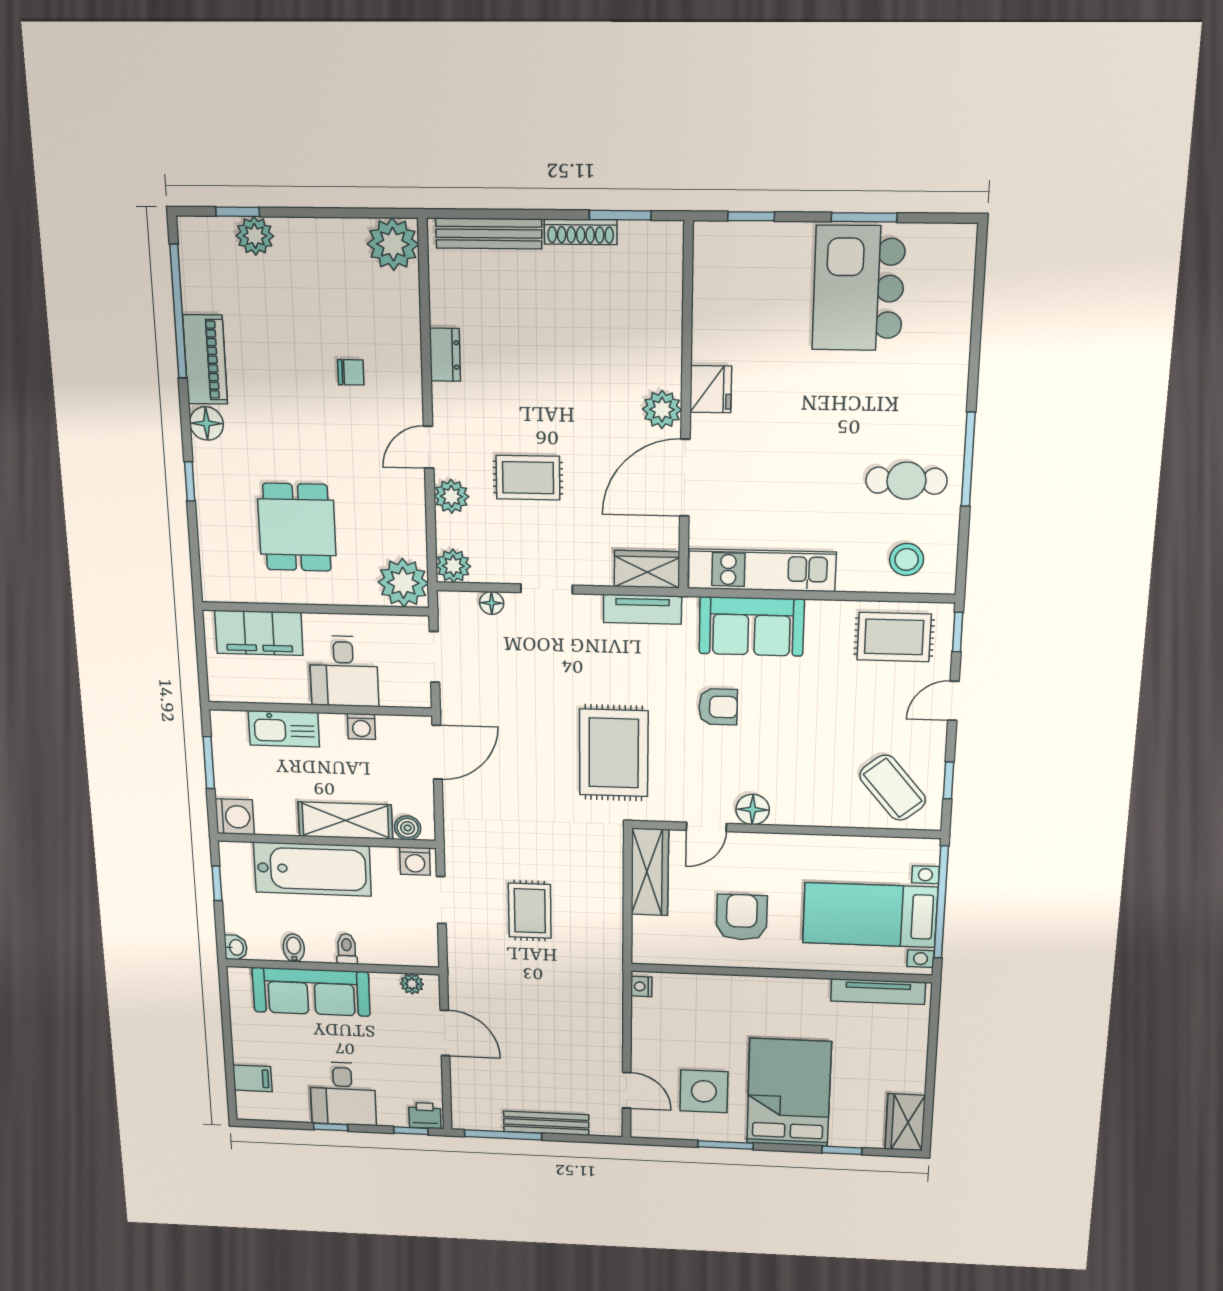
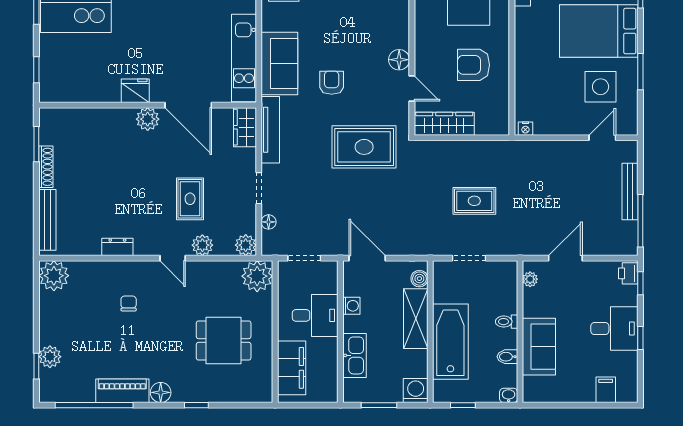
tv unit: (642, 609) -> (270, 130), width x1.41
washing machine: (415, 861) -> (442, 274), removed
sofa: (311, 992) -> (539, 347), width x0.73

